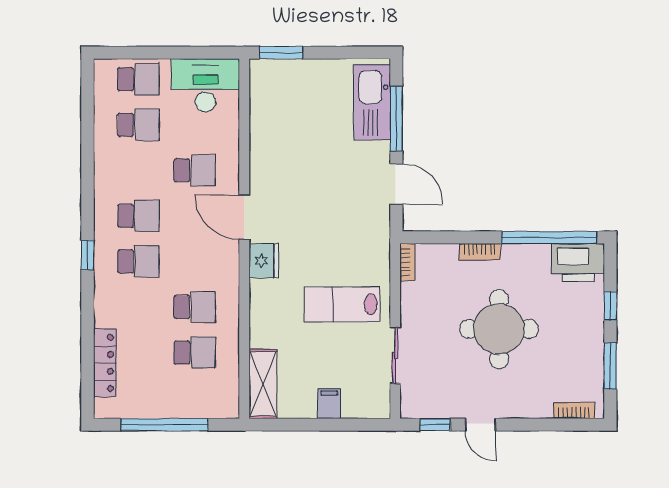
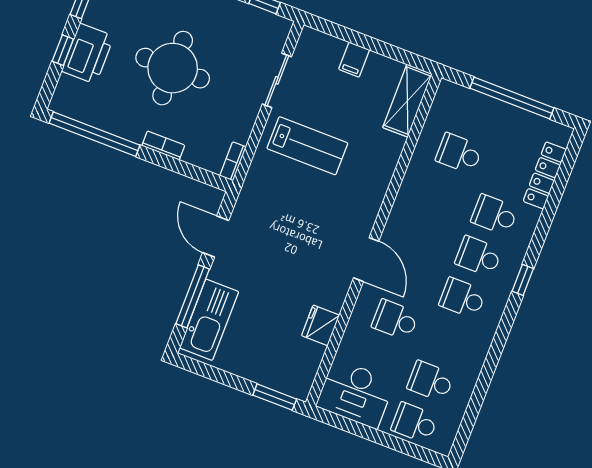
fridge: (264, 261) -> (321, 325), moved
printer: (578, 262) -> (88, 54), moved, turned 90
school desk: (195, 307) -> (494, 215), moved

